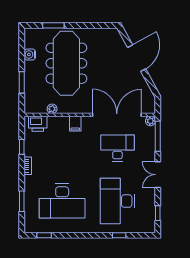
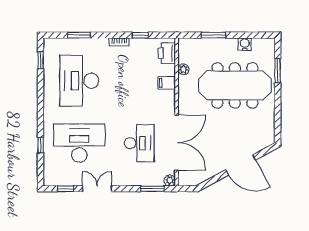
filing cabinet: (75, 124) -> (167, 83), moved
window: (158, 136) -> (152, 189), width x0.69
double door: (158, 175) -> (97, 189), moved

